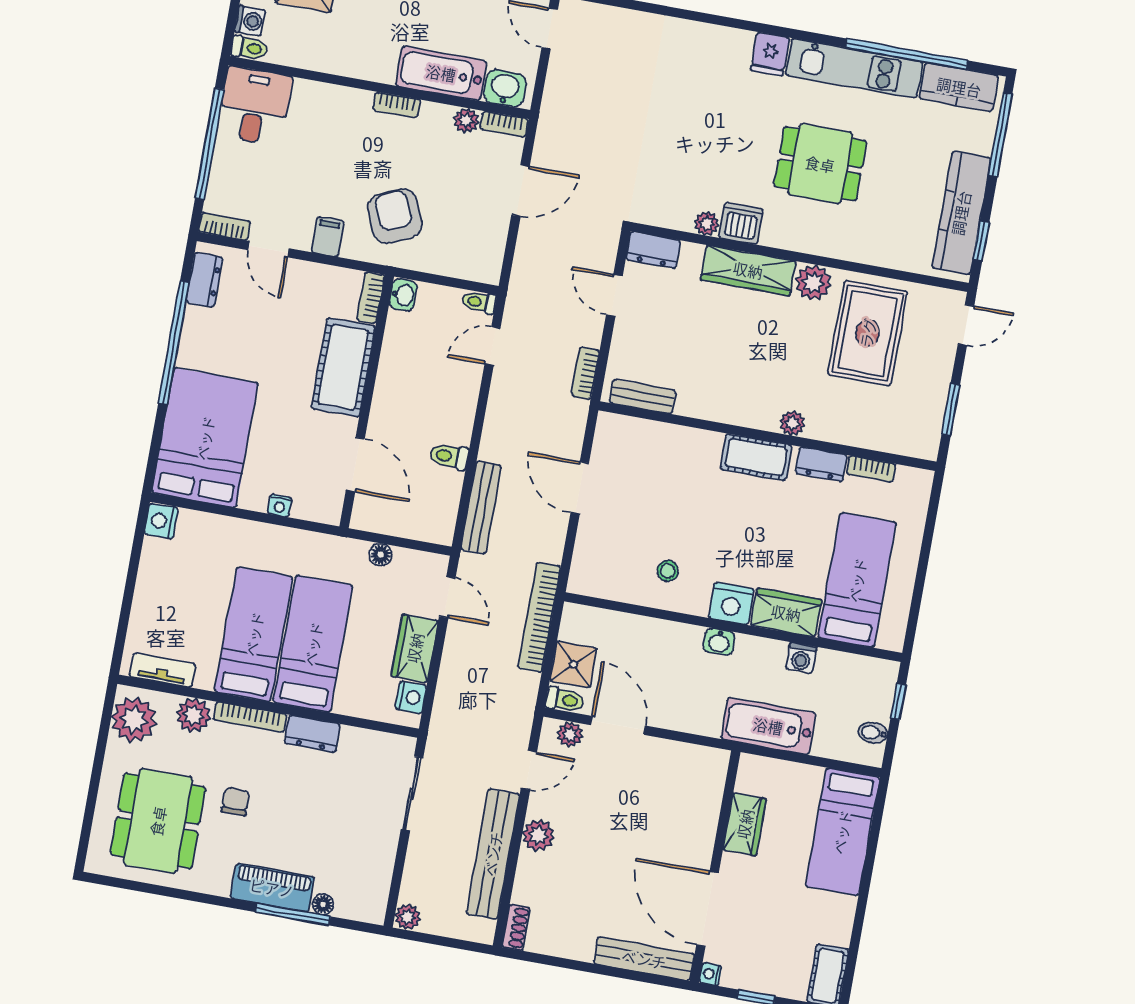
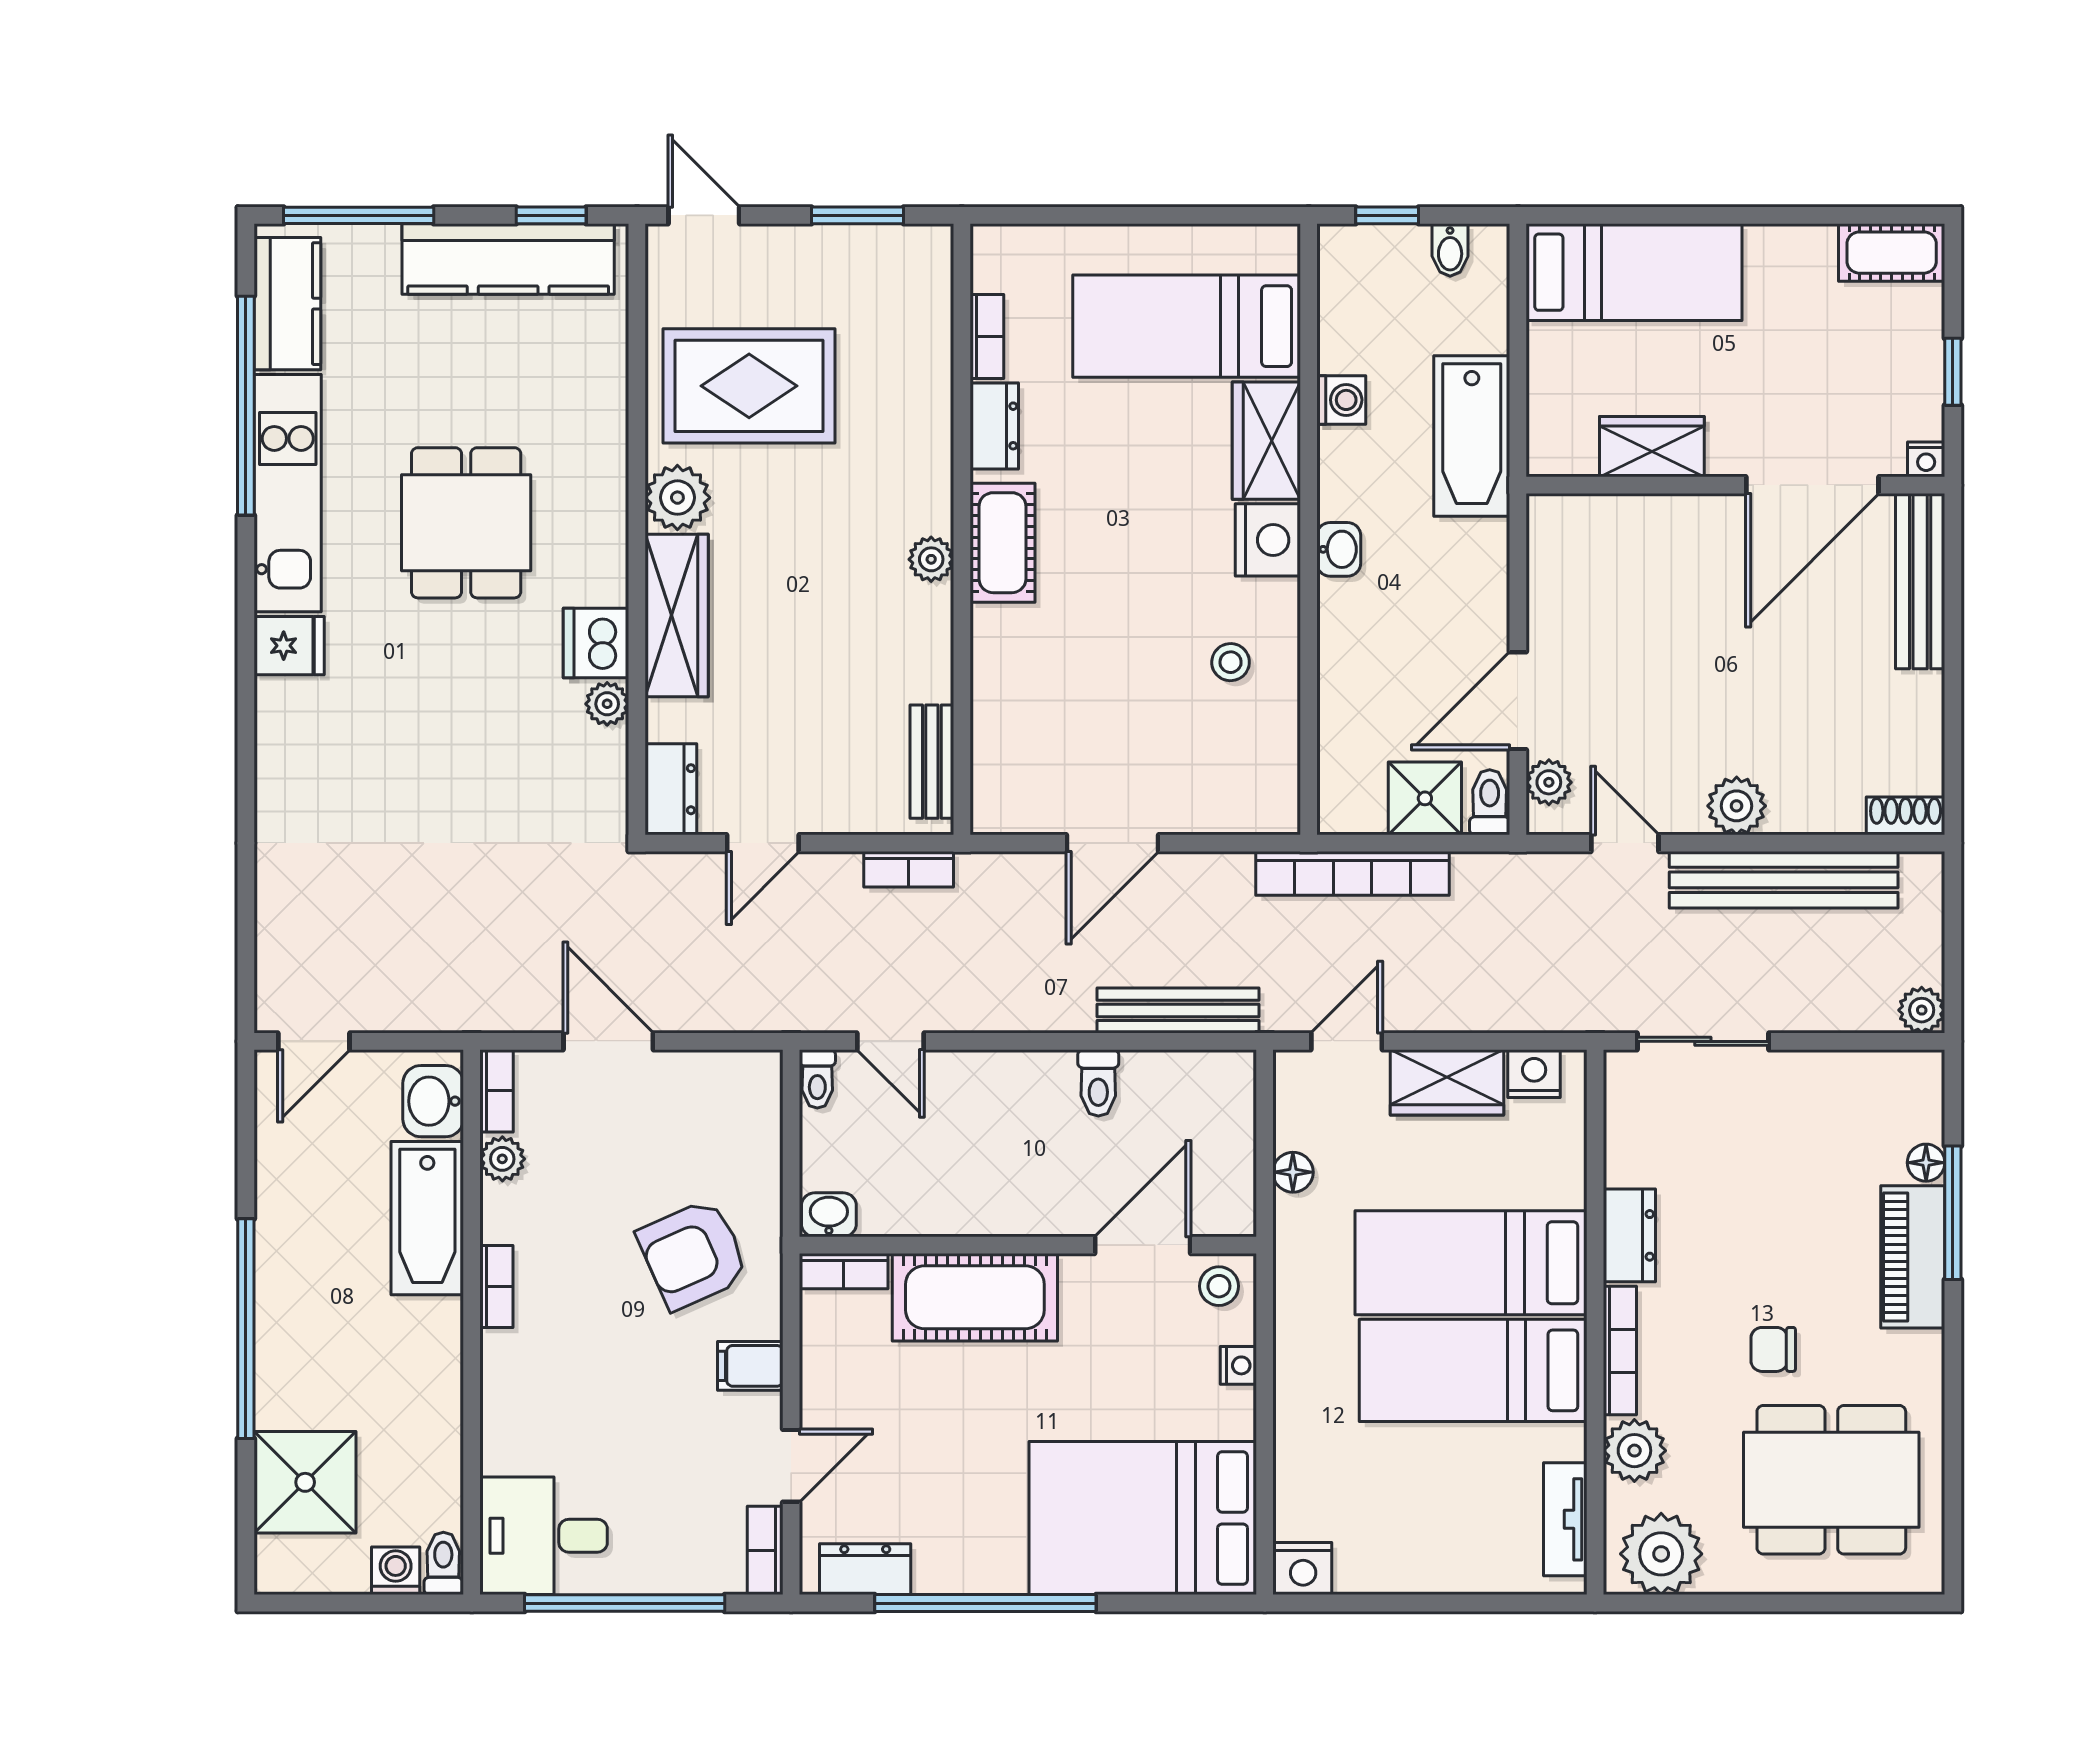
plant: (792, 423) -> (931, 559), moved
stool: (325, 503) -> (1219, 1286), added

